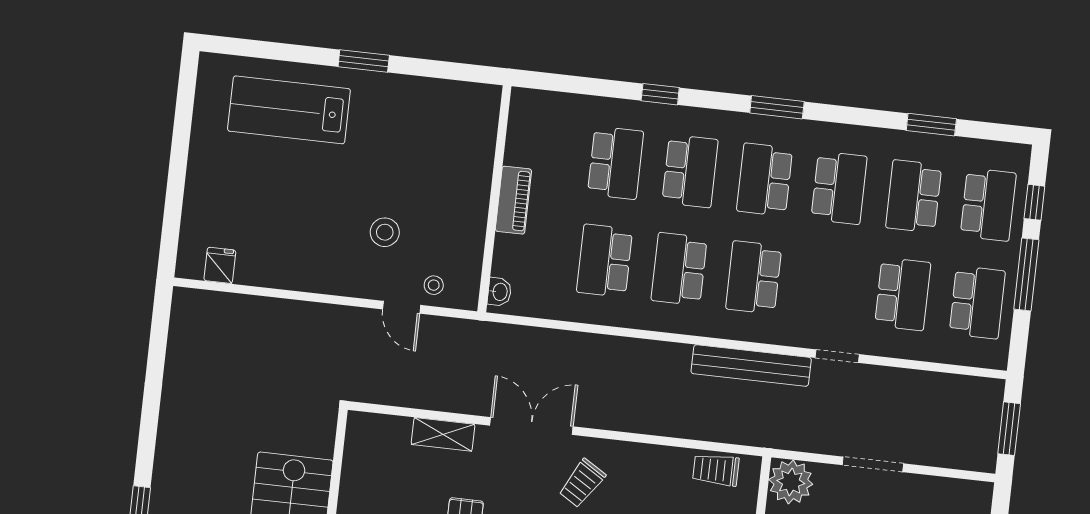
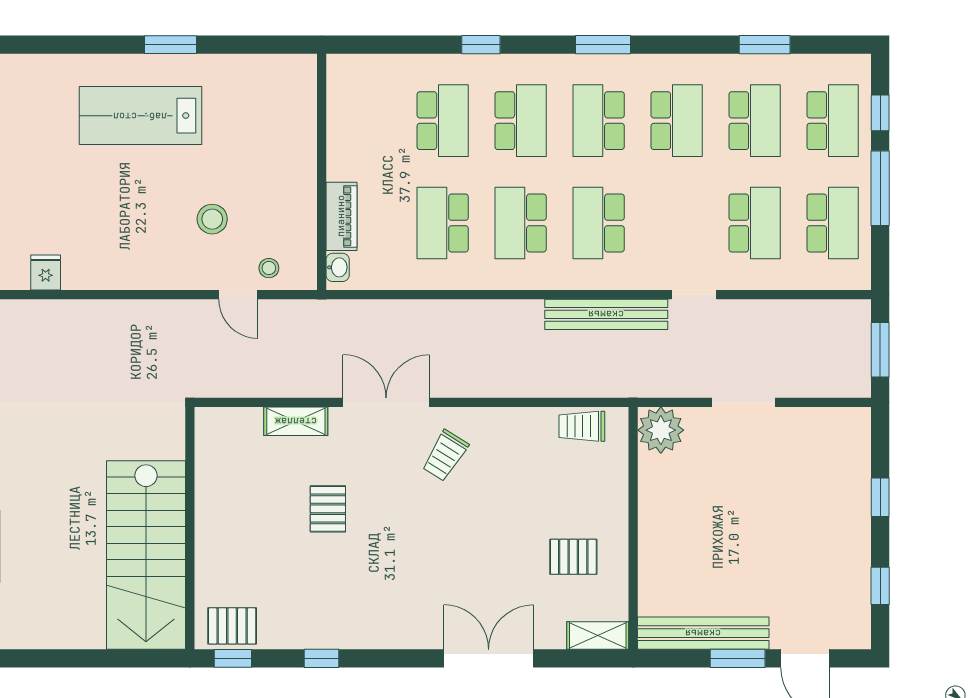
lab bench: (289, 110) -> (140, 116), moved
school desk: (914, 196) -> (755, 121), turned 180
piano: (513, 200) -> (341, 216), moved

